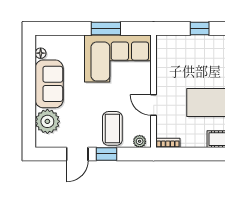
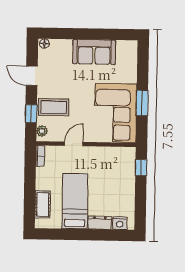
window: (200, 28) -> (141, 168), moved
floor lamp: (41, 53) -> (44, 44), moved
plant: (47, 121) -> (61, 50), removed
window: (107, 154) -> (31, 114), moved

